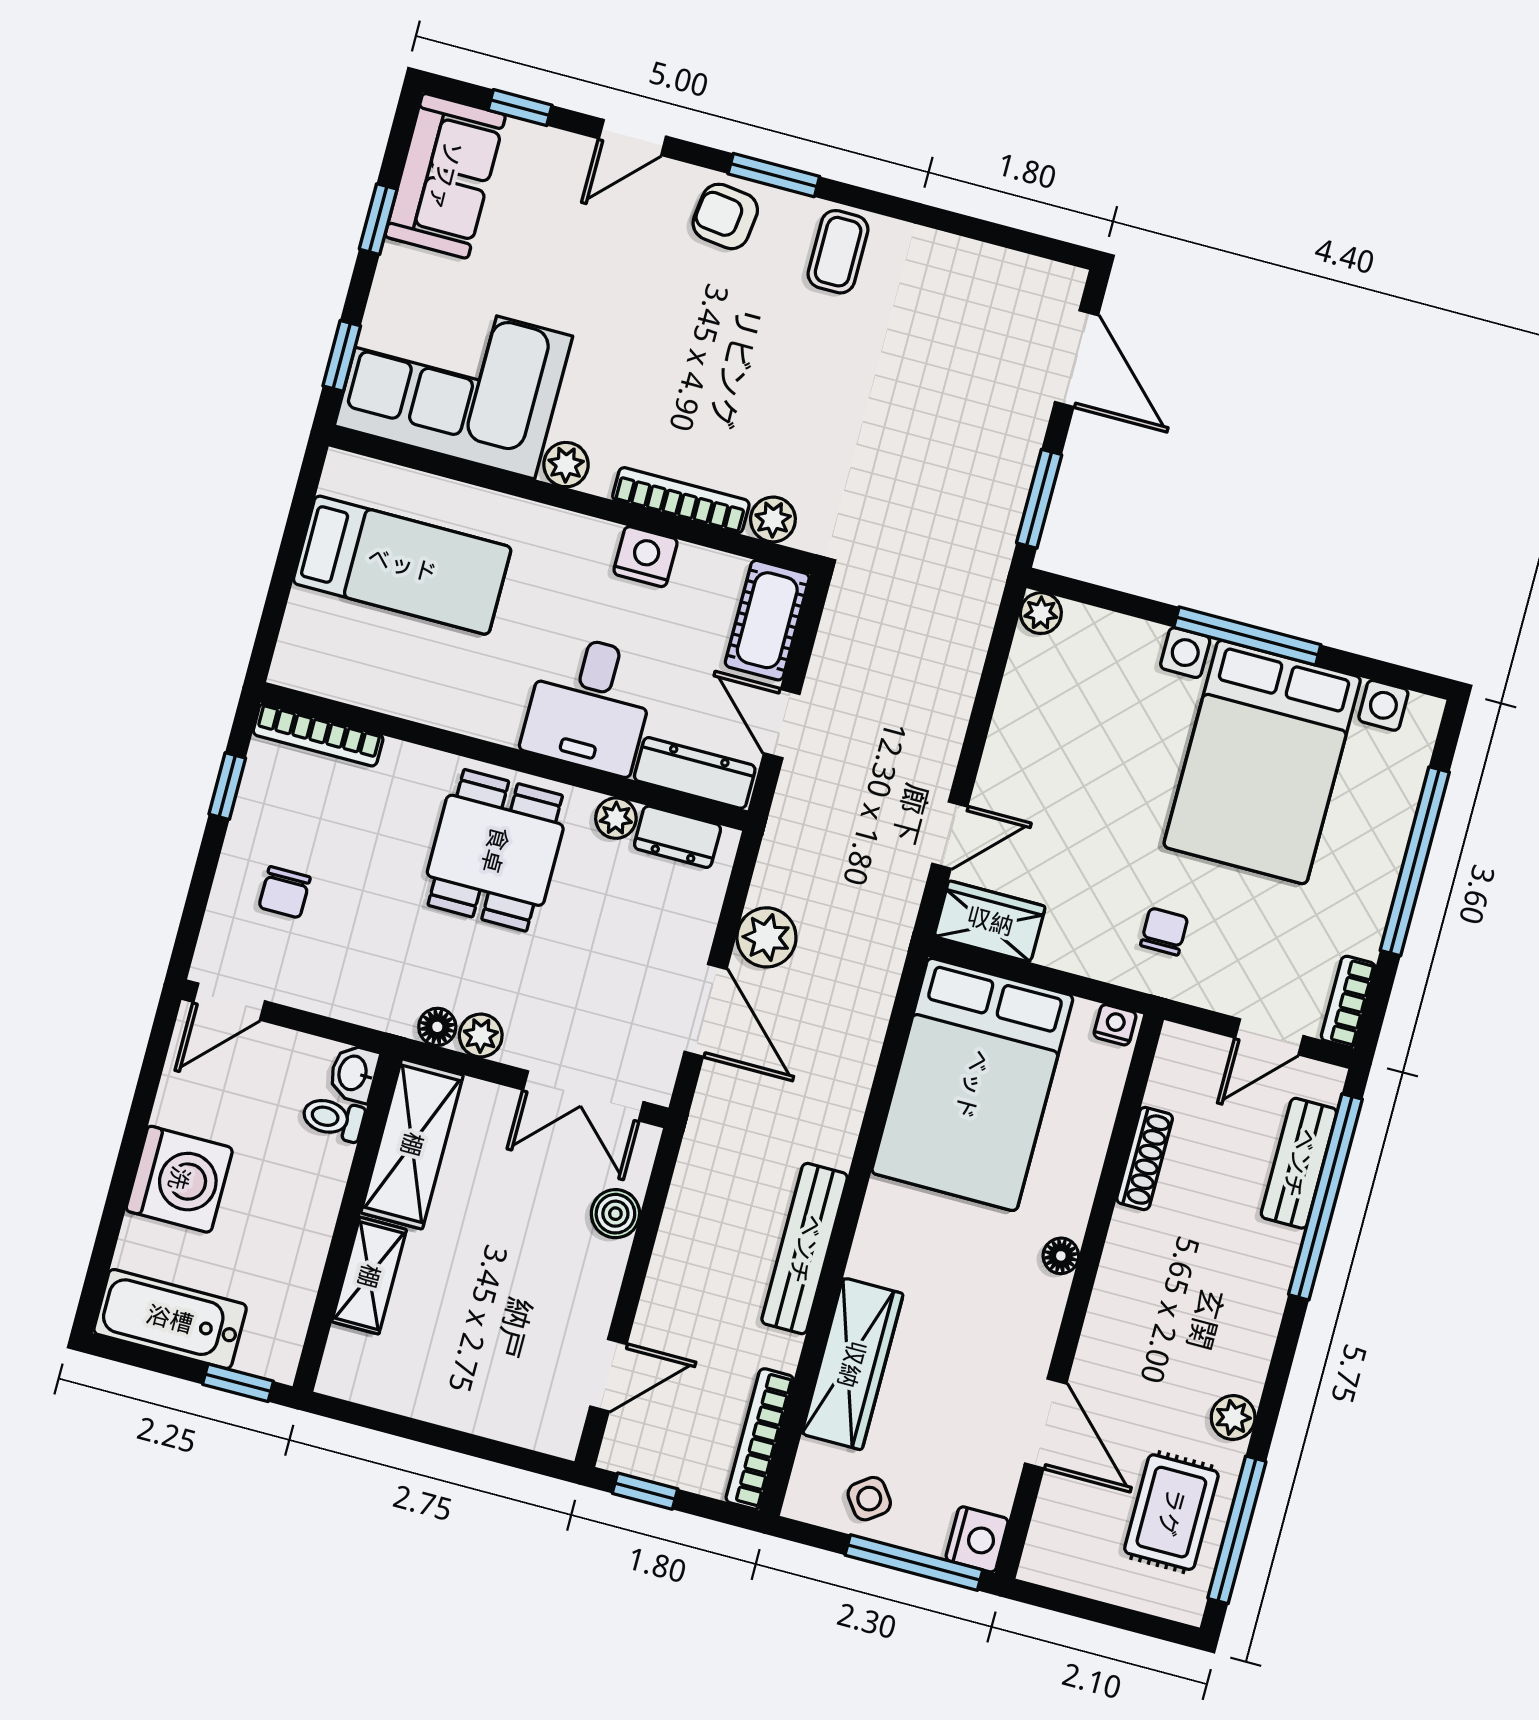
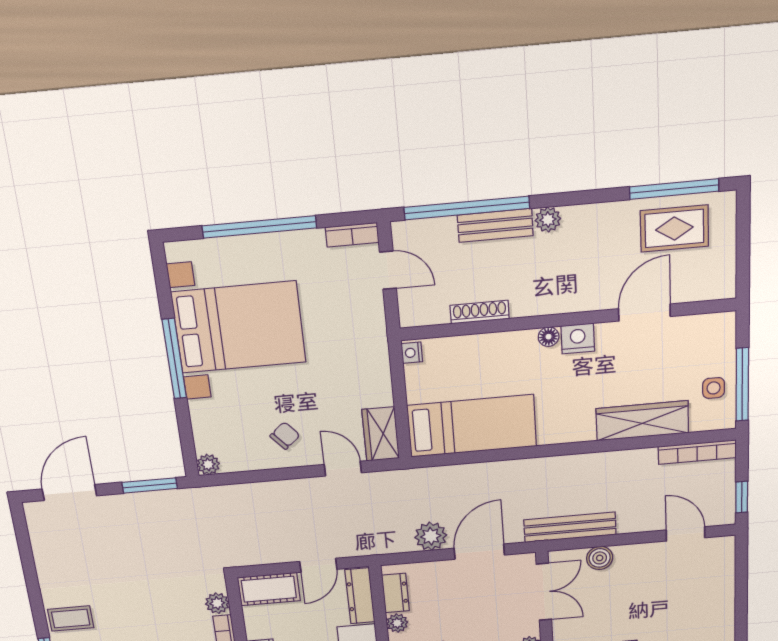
chair: (1164, 931) -> (285, 436), moved, turned 139
bed: (972, 1084) -> (472, 426), width x0.67
bench: (1299, 1163) -> (495, 225), moved
bench: (805, 1249) -> (570, 527), moved
plant: (1233, 1418) -> (548, 220), moved
side table: (869, 1499) -> (714, 388), turned 36
nightstand: (977, 1539) -> (578, 339), moved
window: (914, 1563) -> (742, 385), moved

